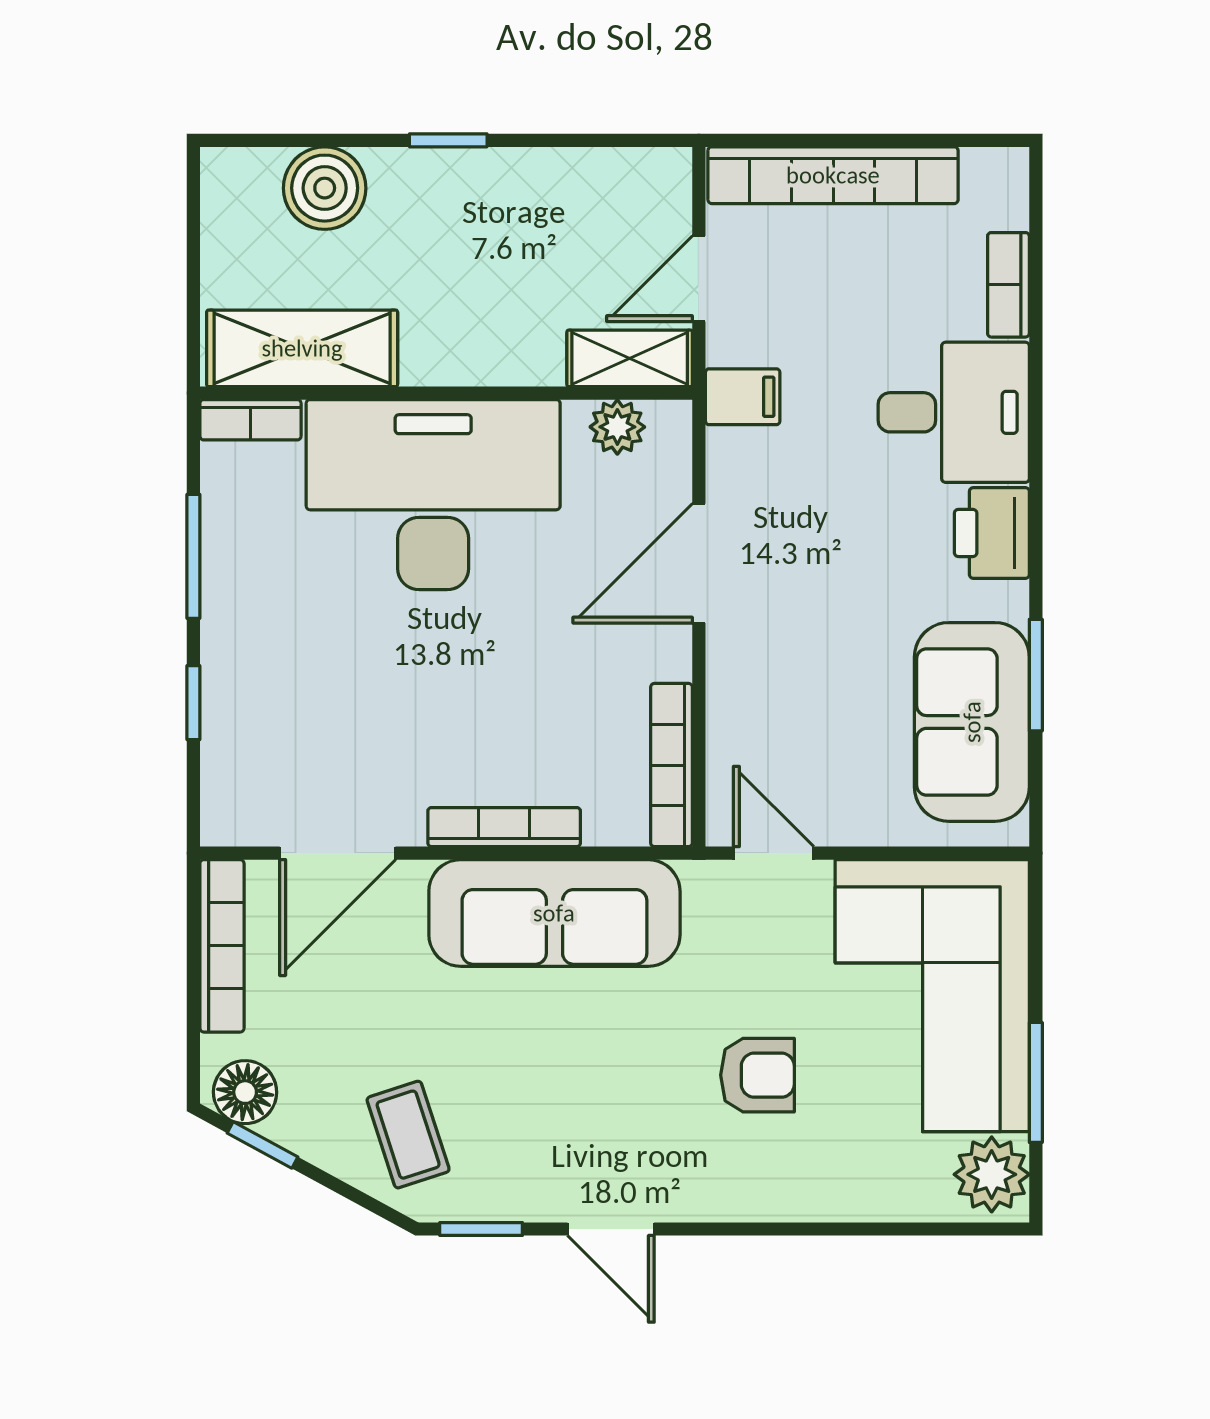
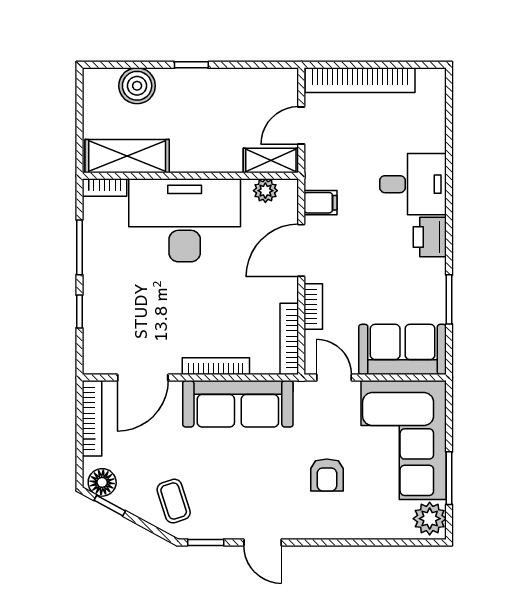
bookcase: (1008, 285) -> (313, 307), moved, turned 180
filing cabinet: (743, 397) -> (320, 203), moved
sofa: (972, 722) -> (403, 349), moved, turned 90
armchair: (758, 1075) -> (327, 475), turned 90

